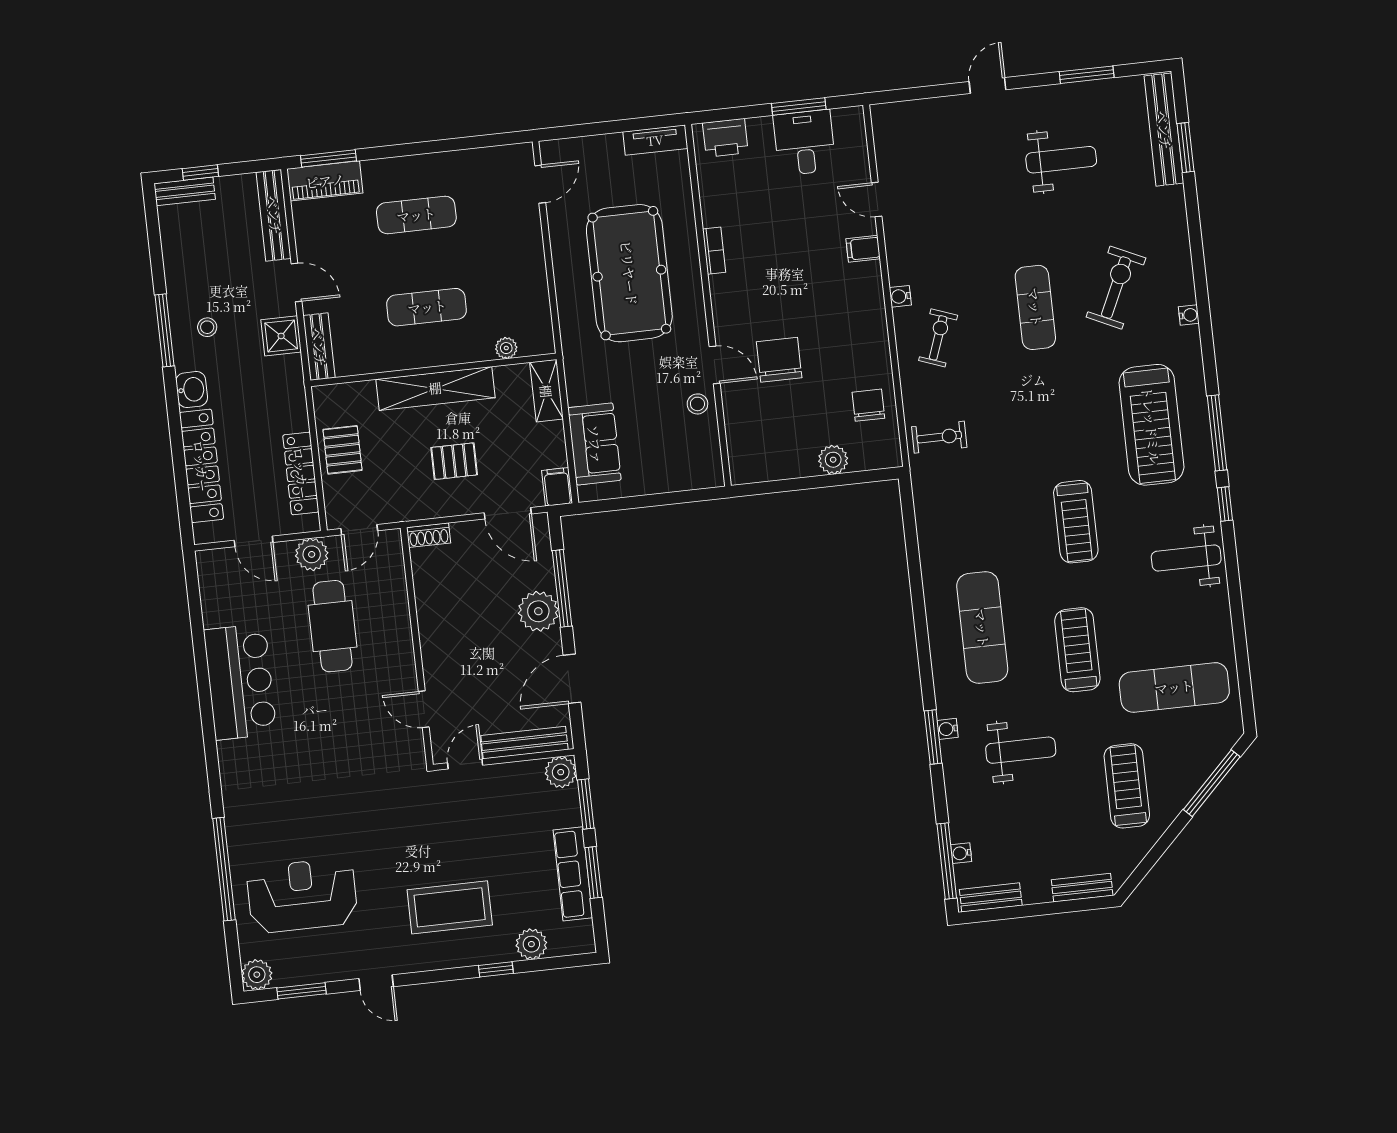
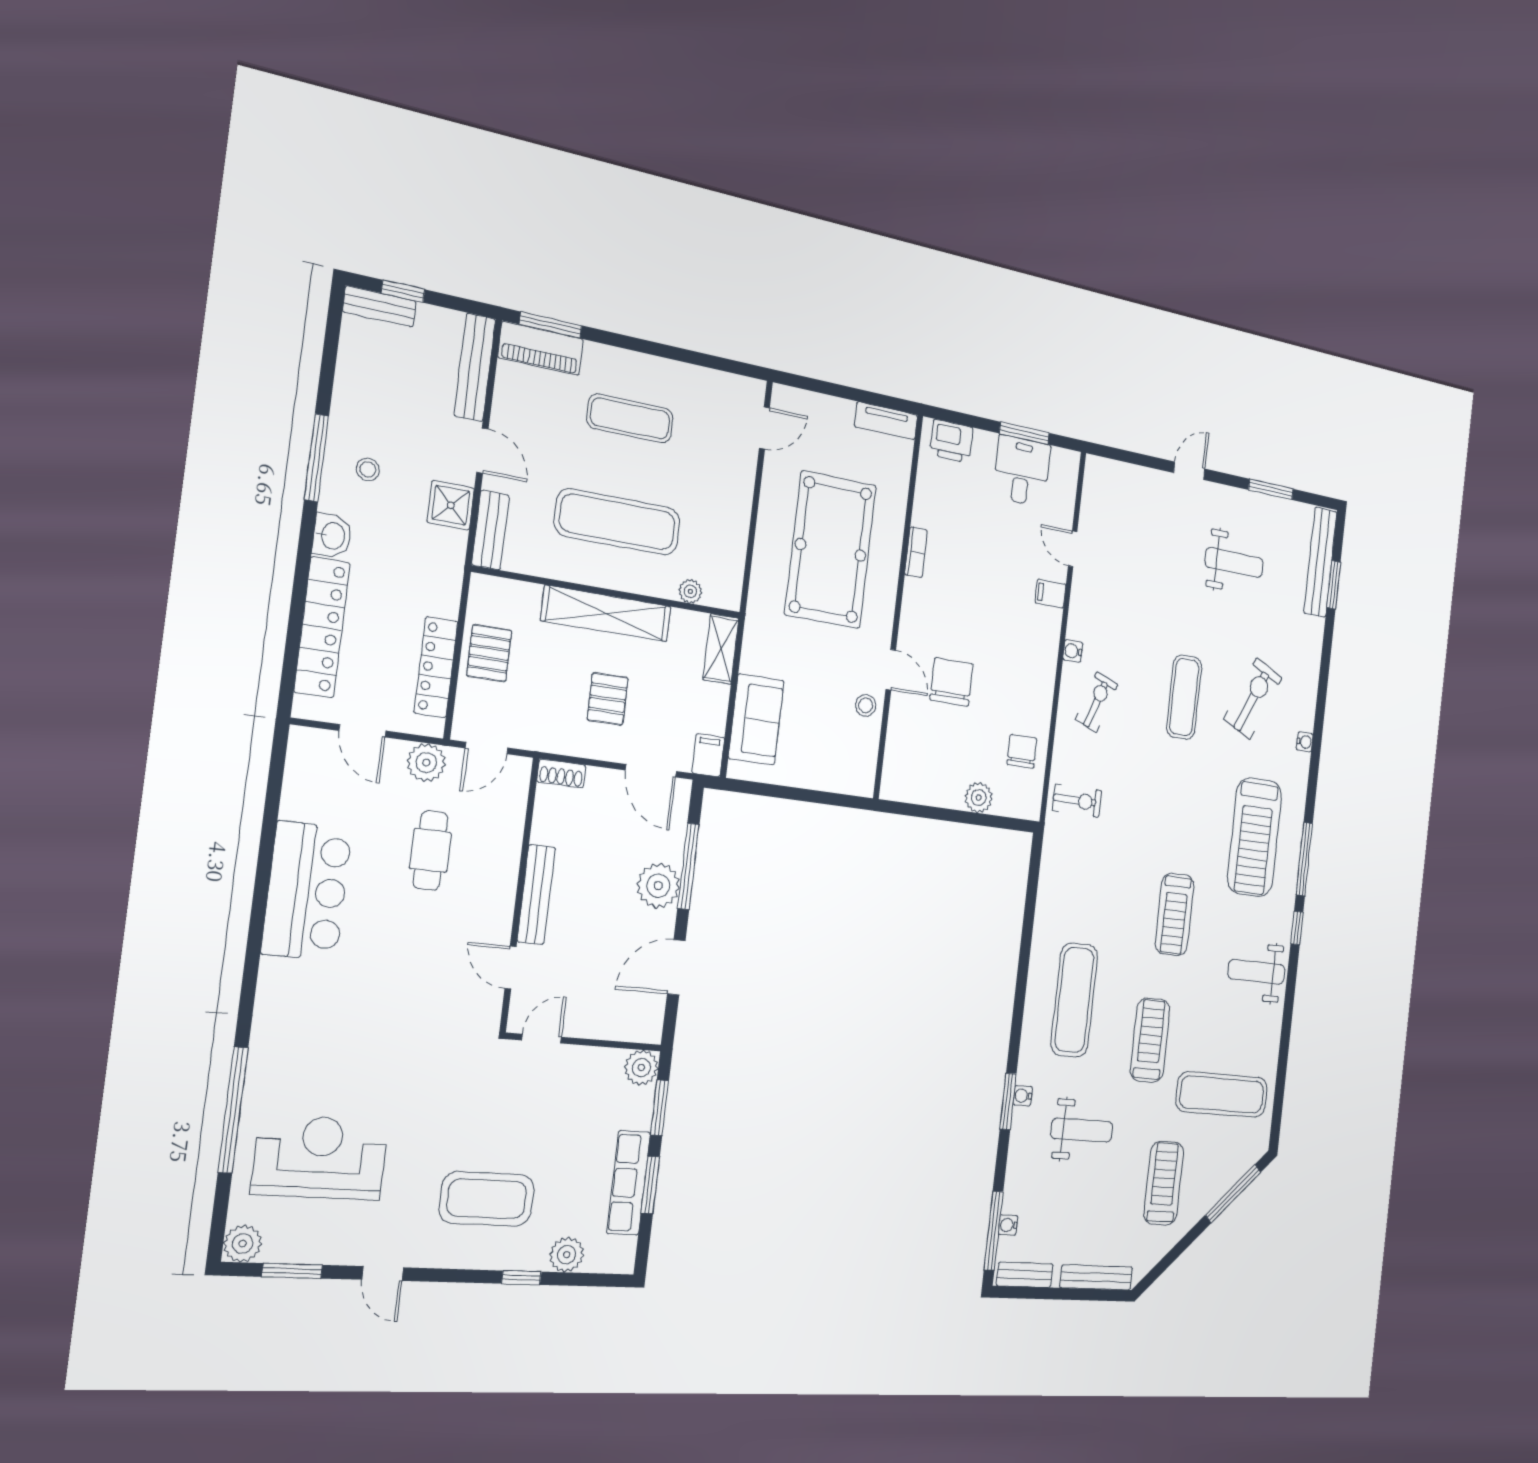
exercise mat: (427, 307) -> (618, 522), width x1.36, depth x1.45
pallet: (454, 461) -> (608, 699), turned 90
cafe table: (333, 626) -> (430, 850), width x0.73, depth x0.74
bench: (524, 743) -> (536, 894), moved, turned 90
bench: (1082, 888) -> (1096, 1277), width x1.36

